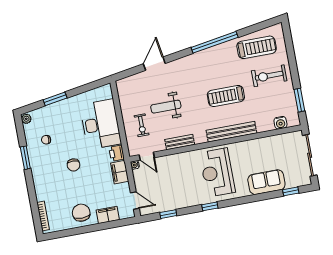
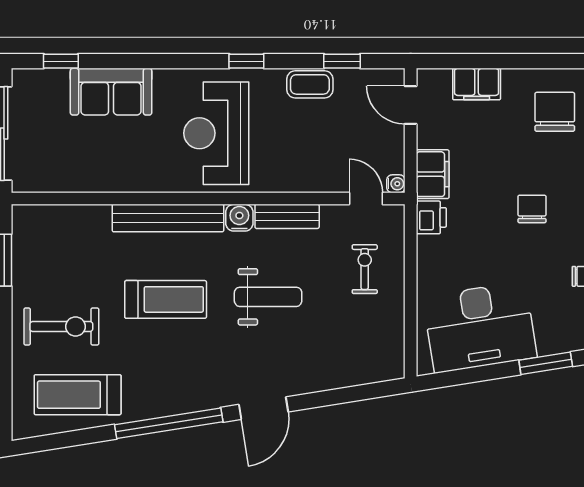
door: (154, 64) -> (263, 408), moved
weight bench: (166, 107) -> (268, 297), moved
water cooler: (280, 123) -> (239, 218), moved
desk: (101, 124) -> (480, 327), moved, turned -99
reception desk: (217, 172) -> (216, 133), turned 180
coffee table: (180, 201) -> (310, 84), added
chair: (81, 213) -> (555, 112), moved, turned 180

